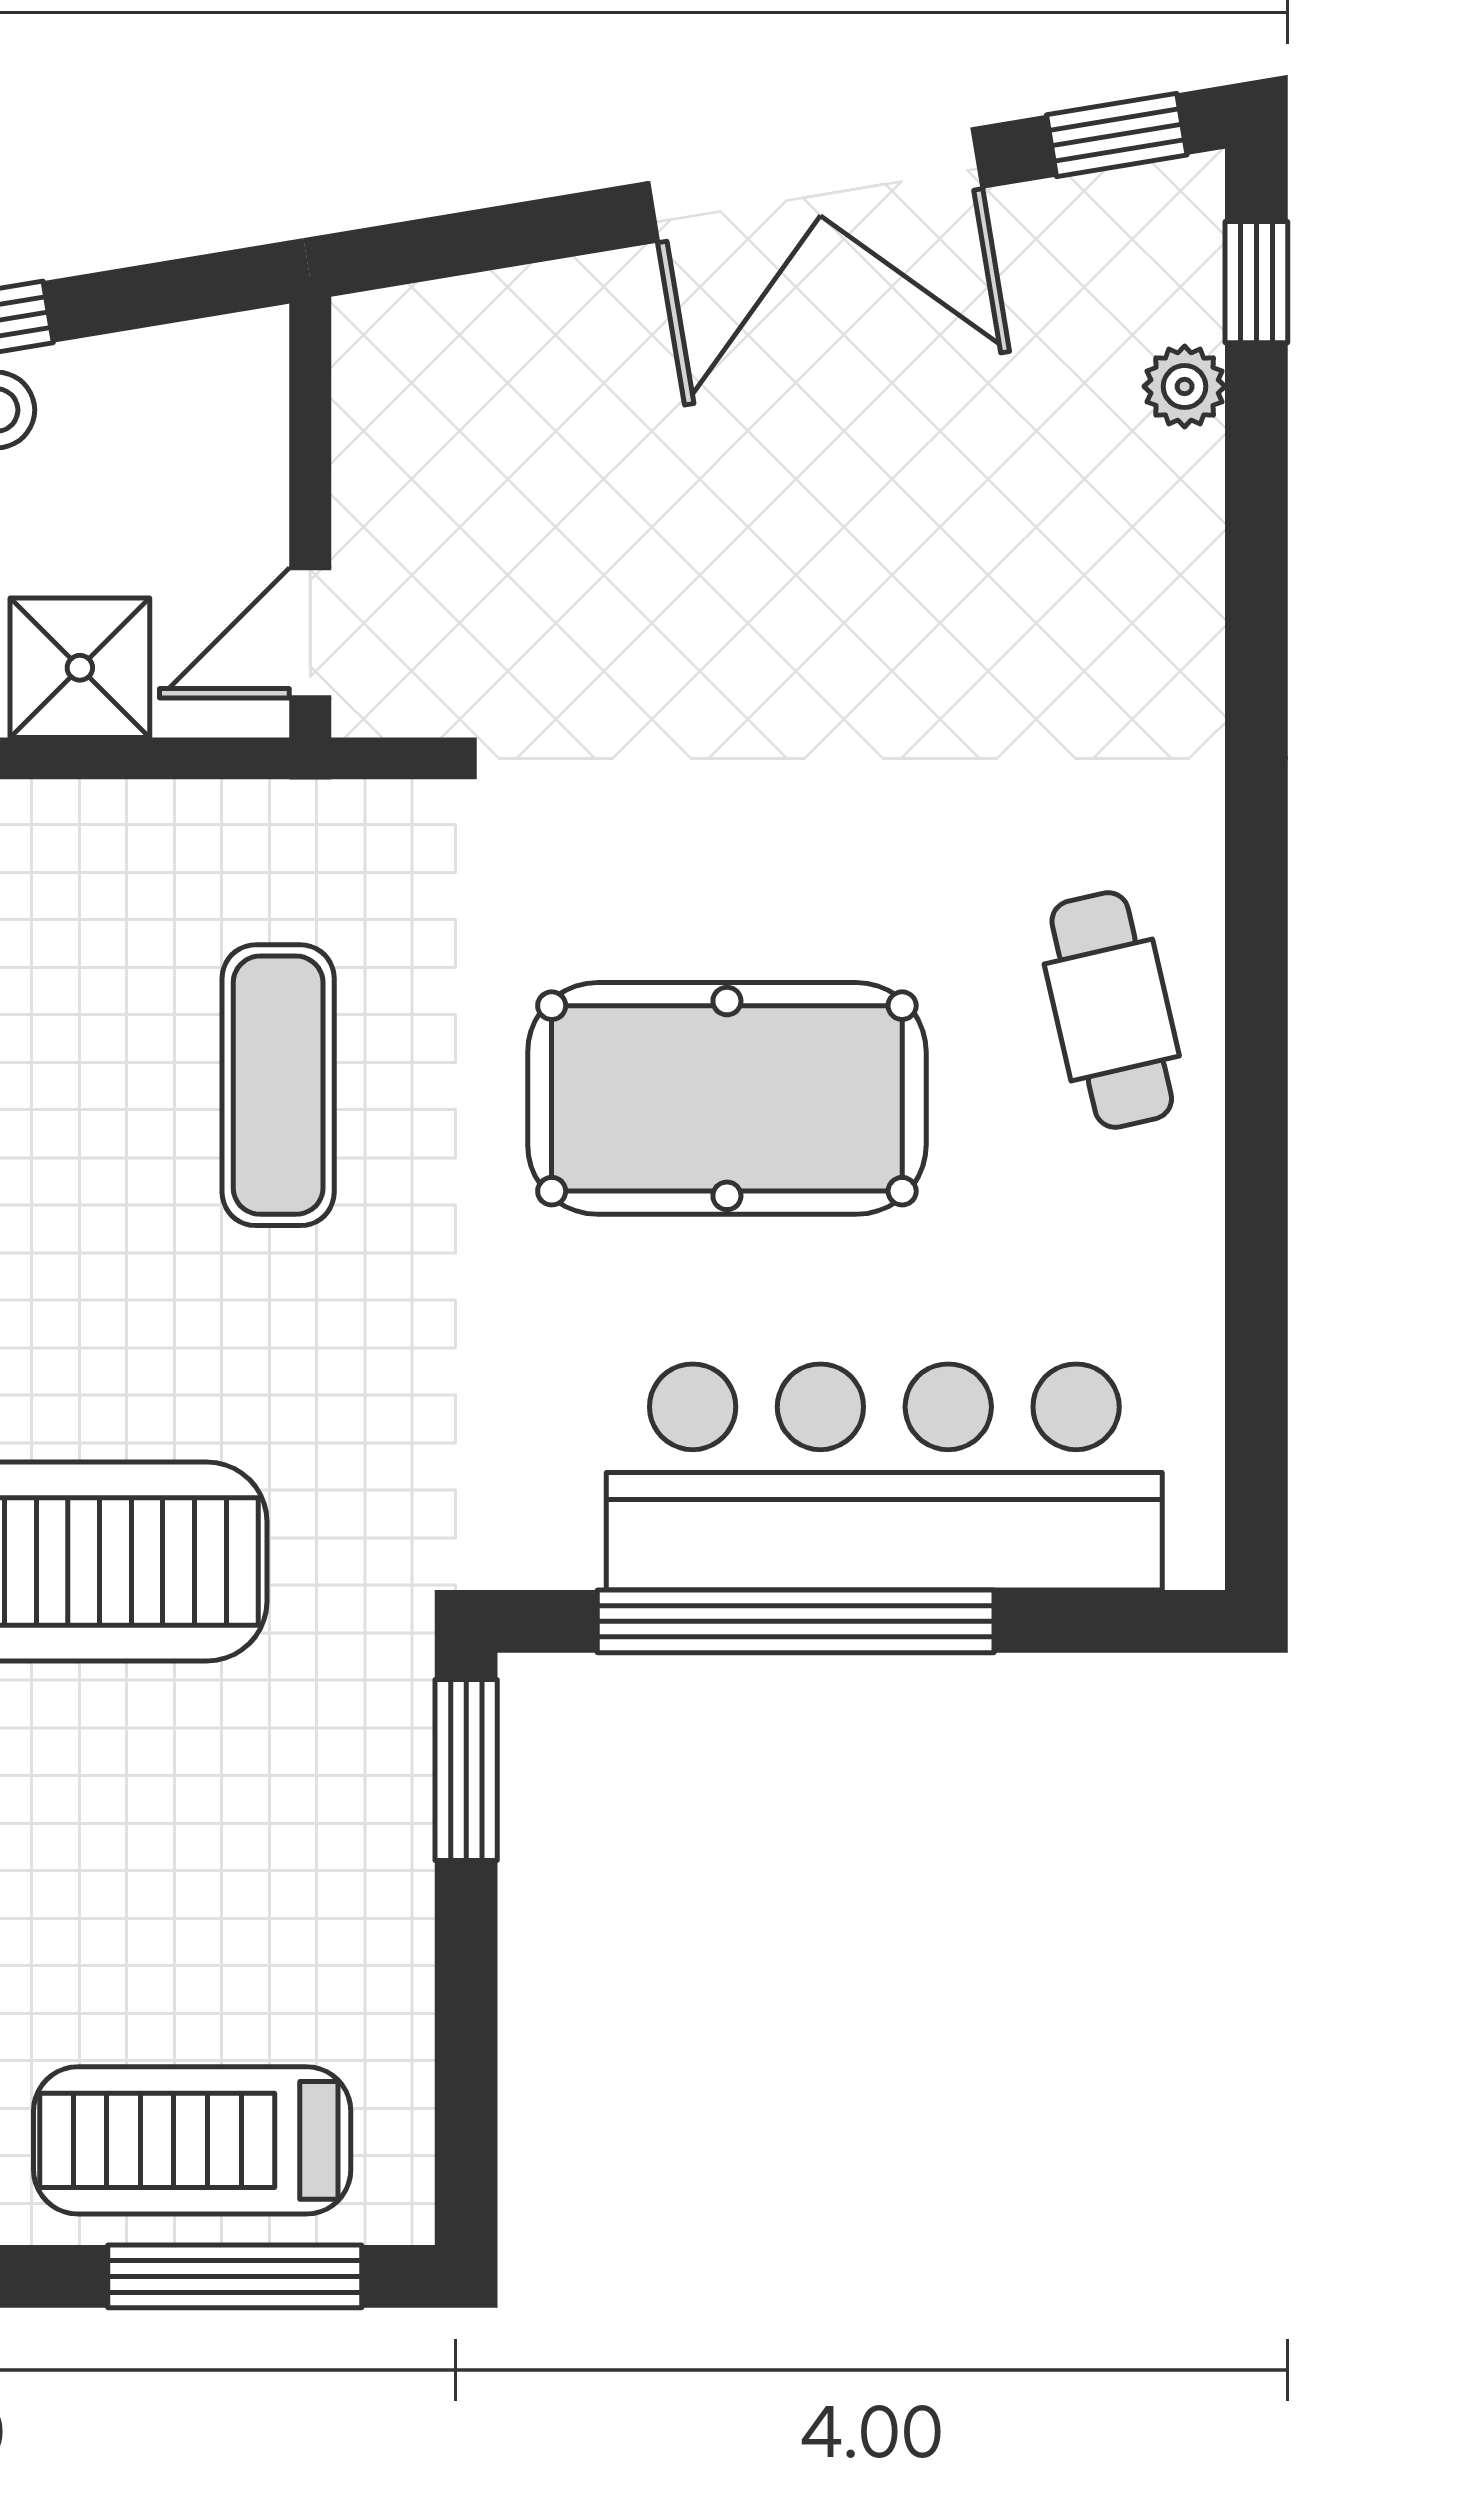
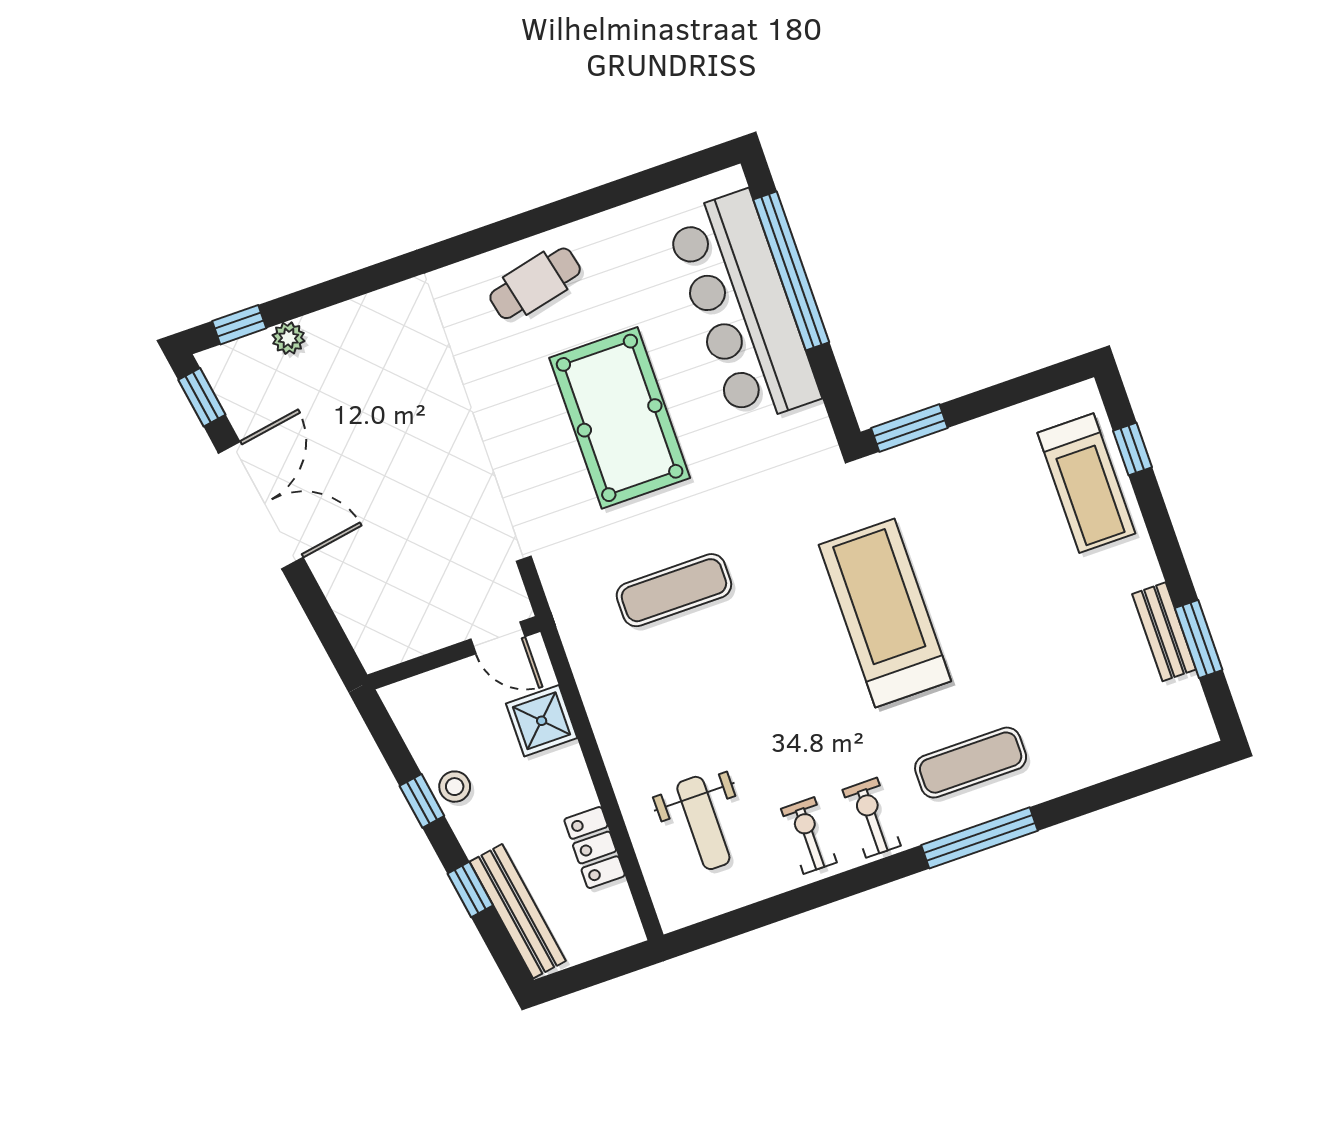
window: (796, 1621) -> (791, 271), moved
window: (235, 2276) -> (1132, 449), width x0.46

